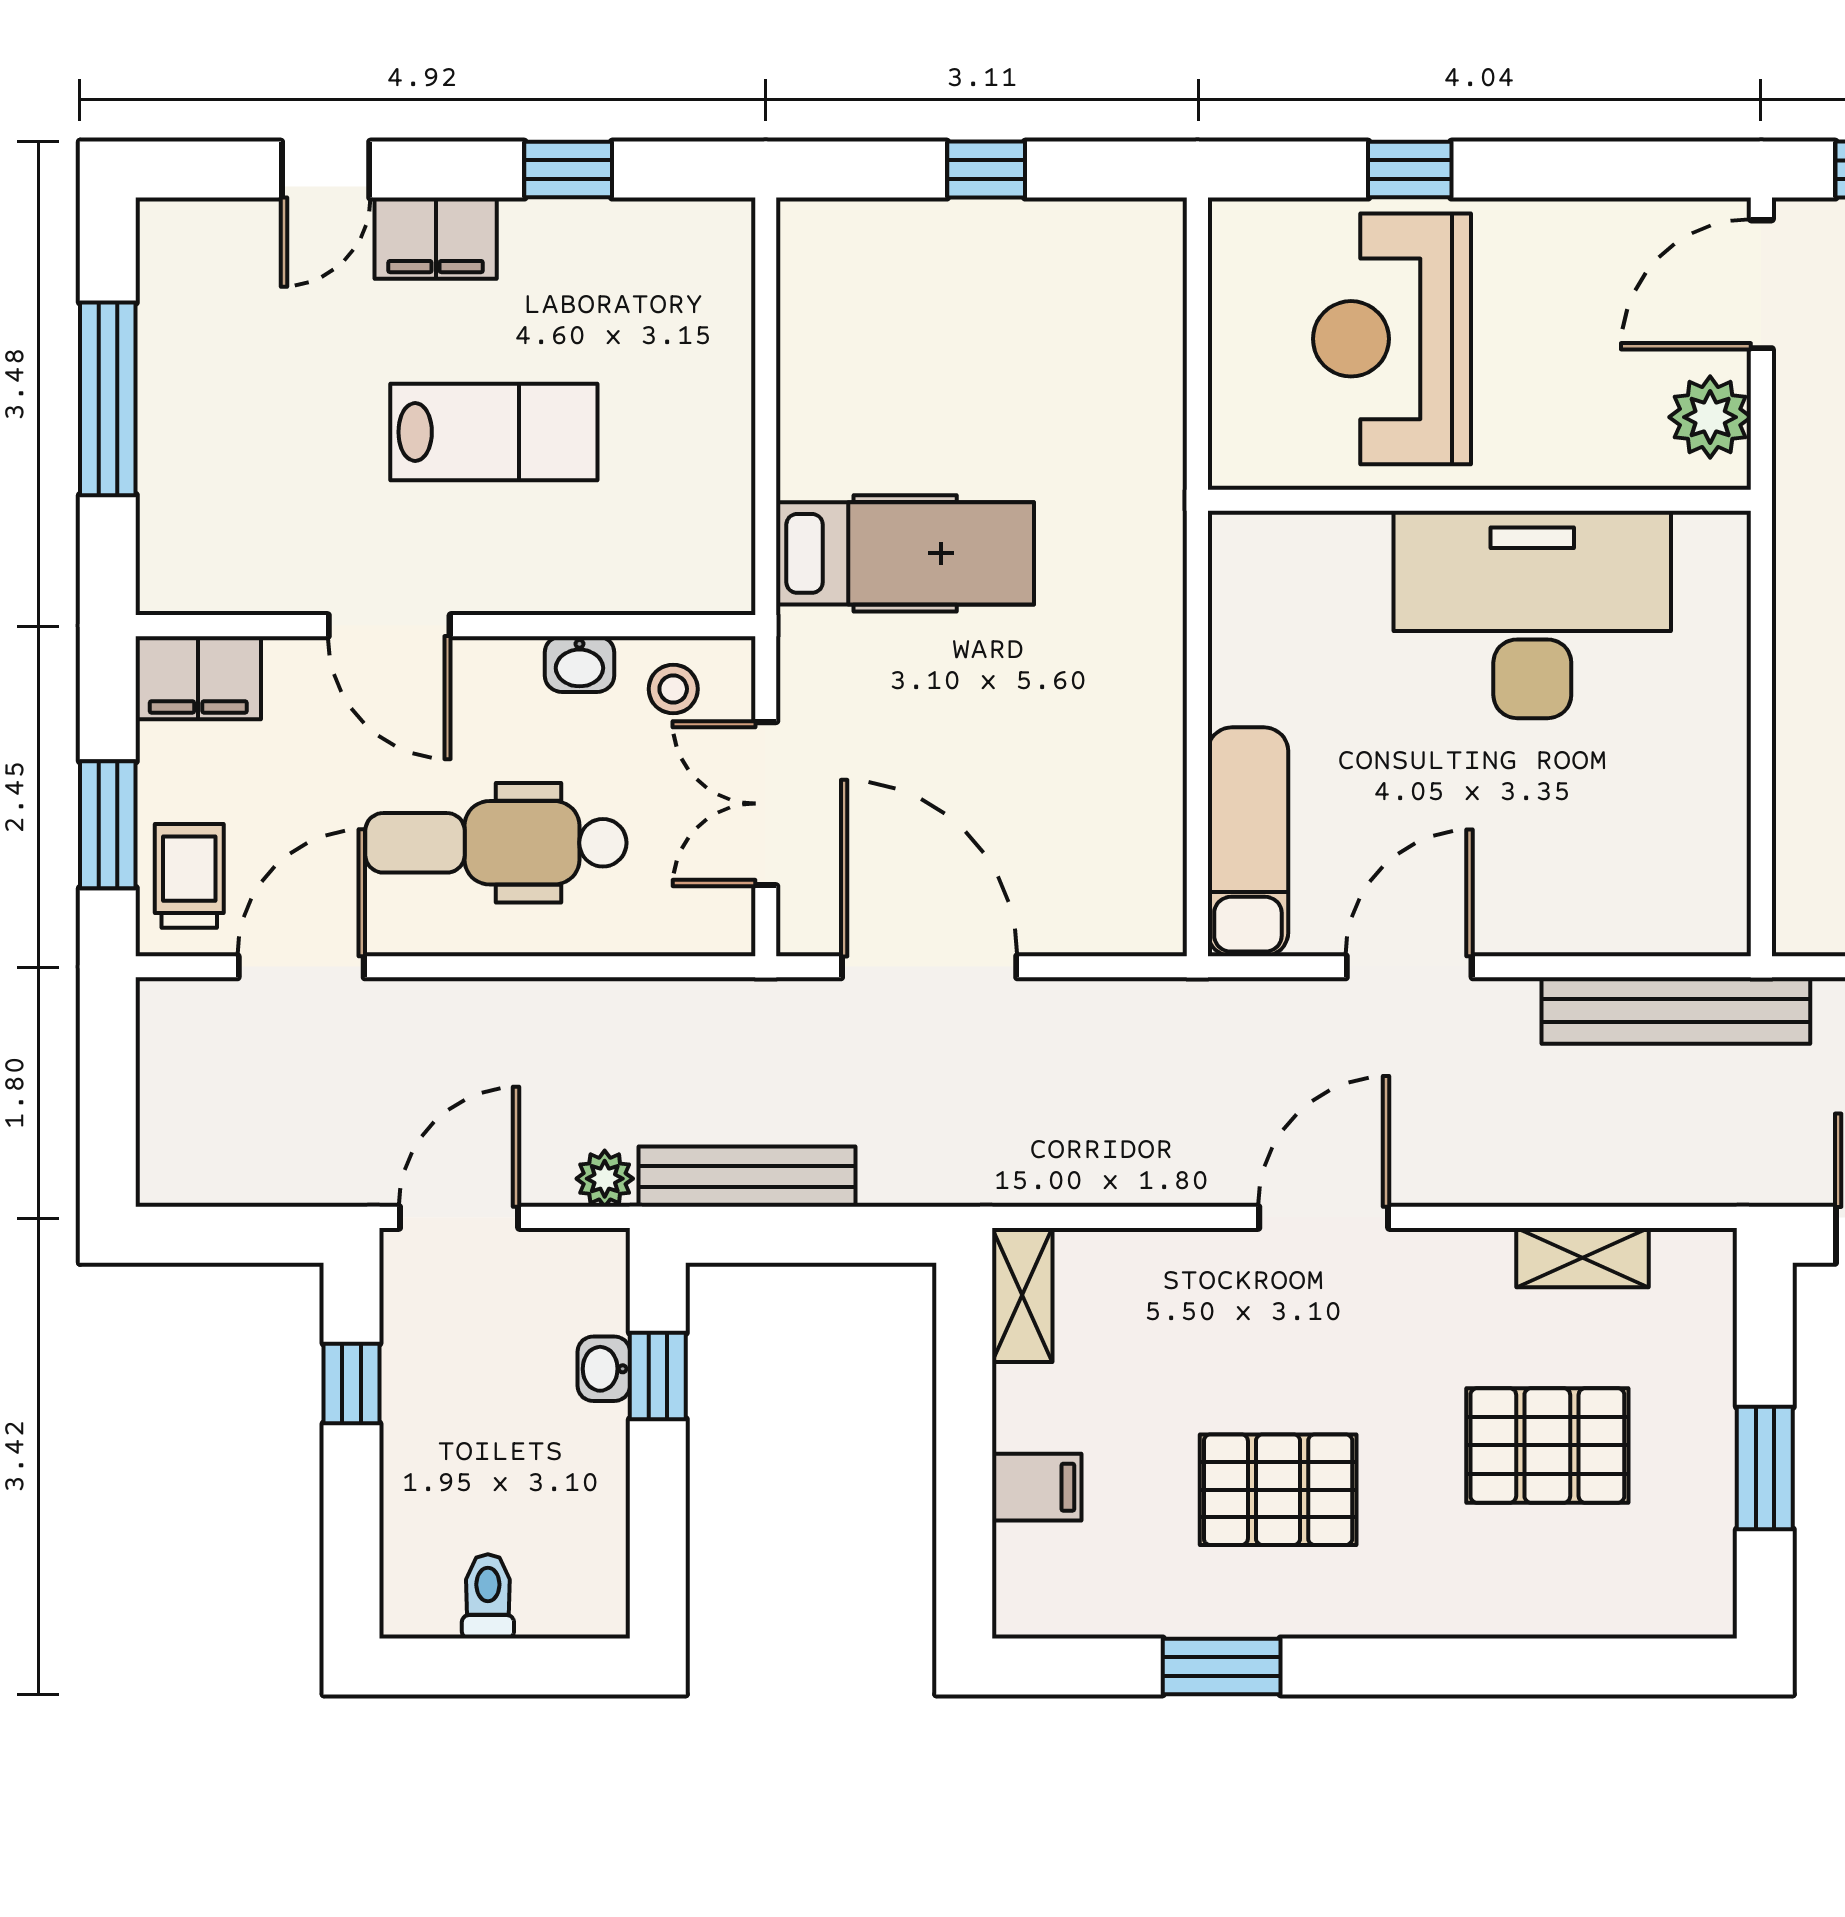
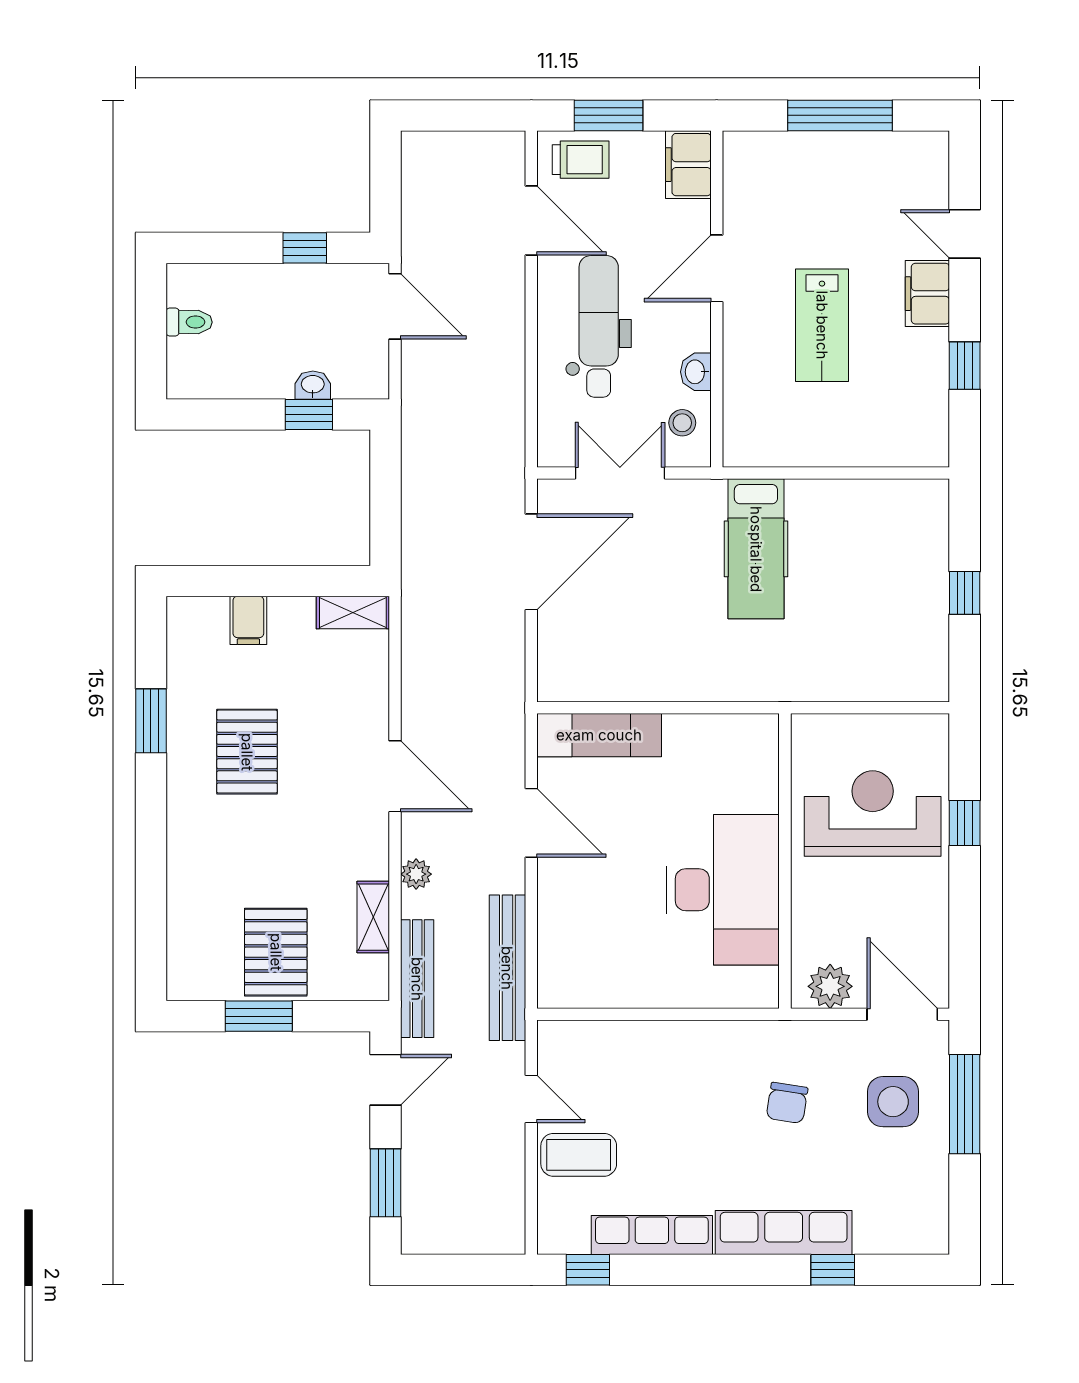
bench: (747, 1177) -> (417, 979), moved
plant: (605, 1179) -> (416, 874), moved
pallet: (1547, 1445) -> (276, 952), moved

